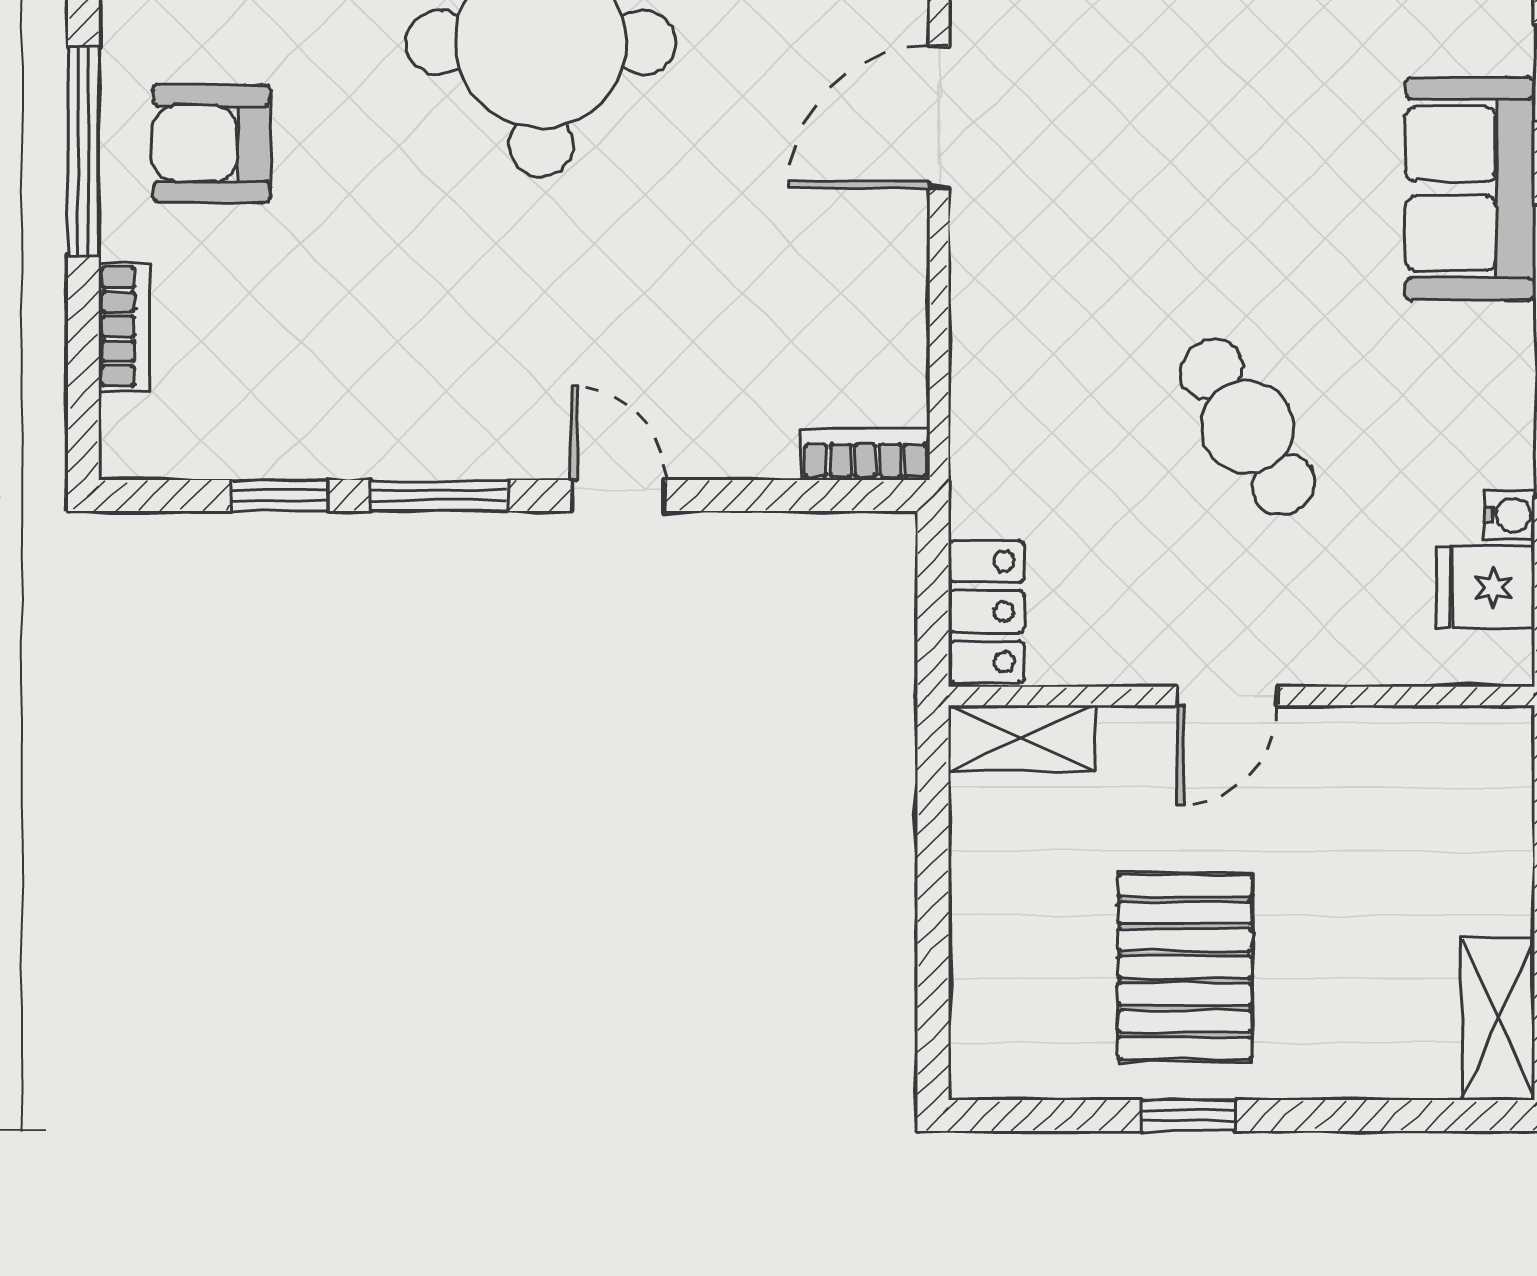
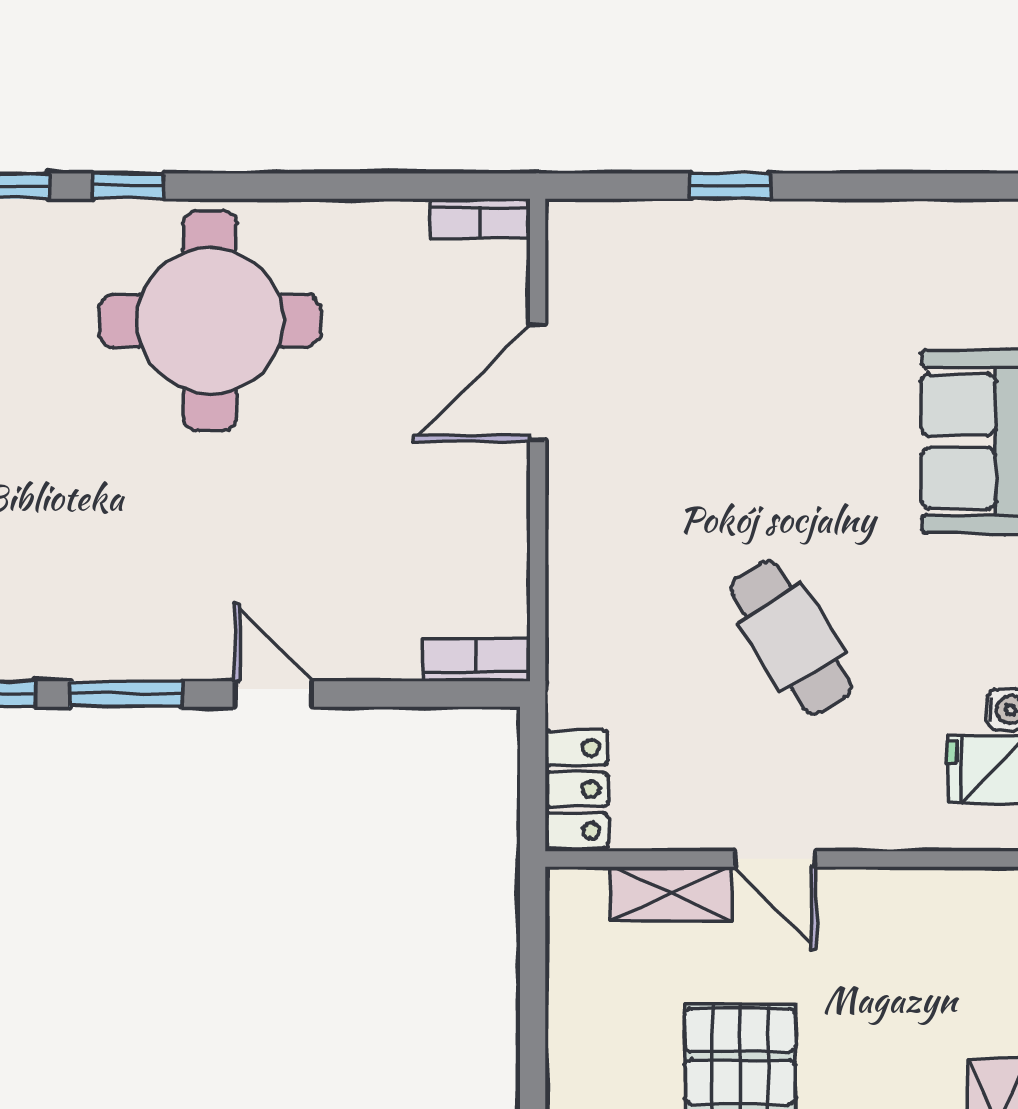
door: (1228, 696) -> (775, 859), hinge flipped
shelving: (1022, 738) -> (671, 894), moved

